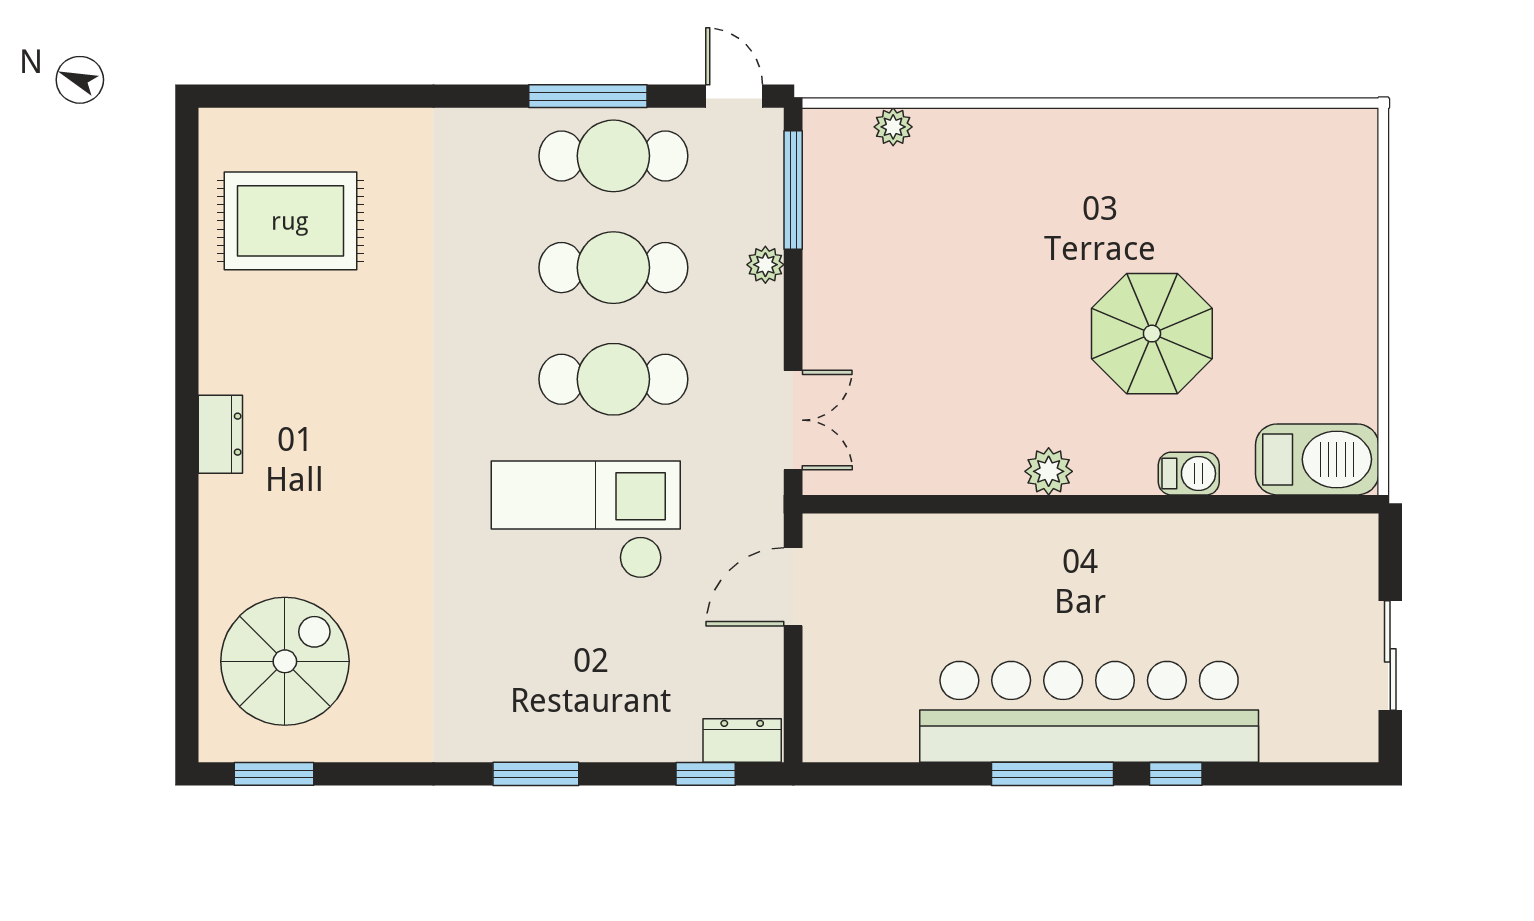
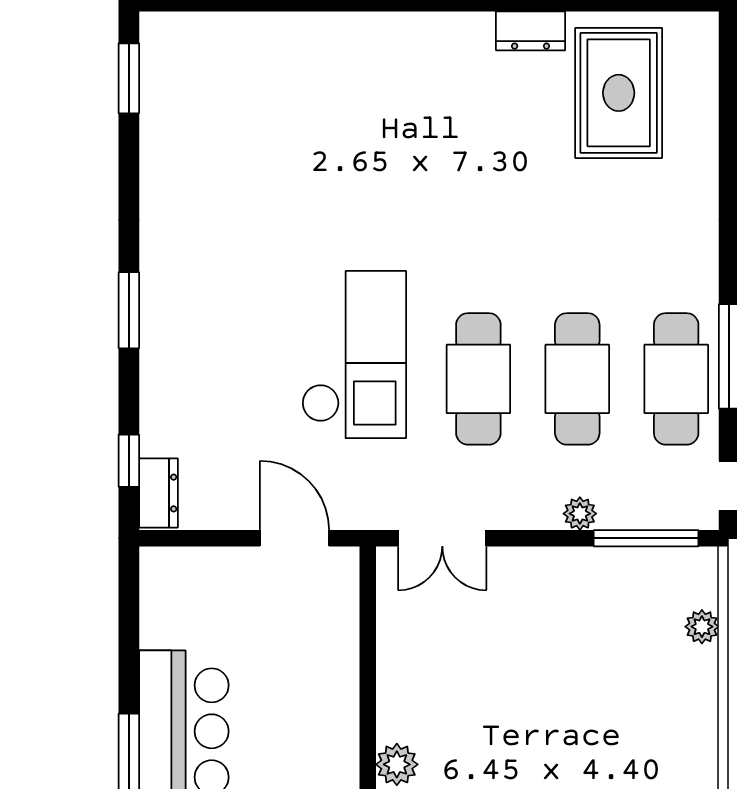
dresser: (220, 434) -> (531, 31), moved
spiral stairs: (285, 661) -> (229, 88), removed

